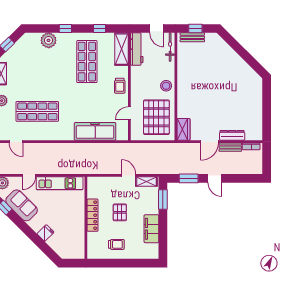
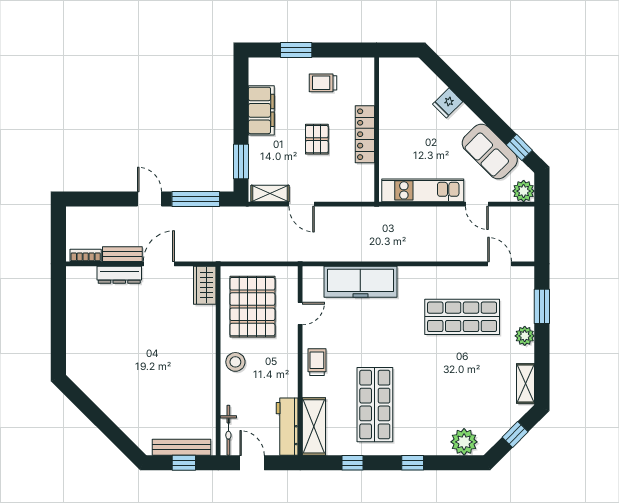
bench: (192, 37) -> (181, 447), width x1.36
plant: (49, 40) -> (464, 442), moved
door: (29, 175) -> (477, 204), swing flipped
window: (189, 178) -> (196, 199), width x1.44
window: (132, 263) -> (296, 50), added

